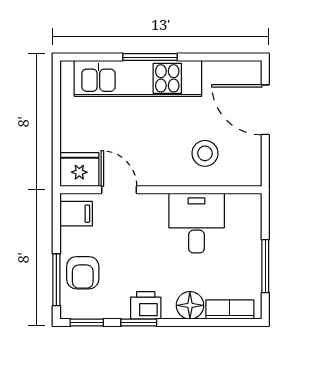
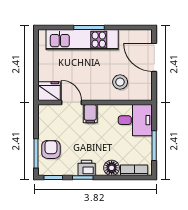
filing cabinet: (76, 214) -> (90, 114), moved, turned 90
desk: (197, 223) -> (135, 120), moved, turned 90
armchair: (83, 273) -> (51, 149), turned 180

